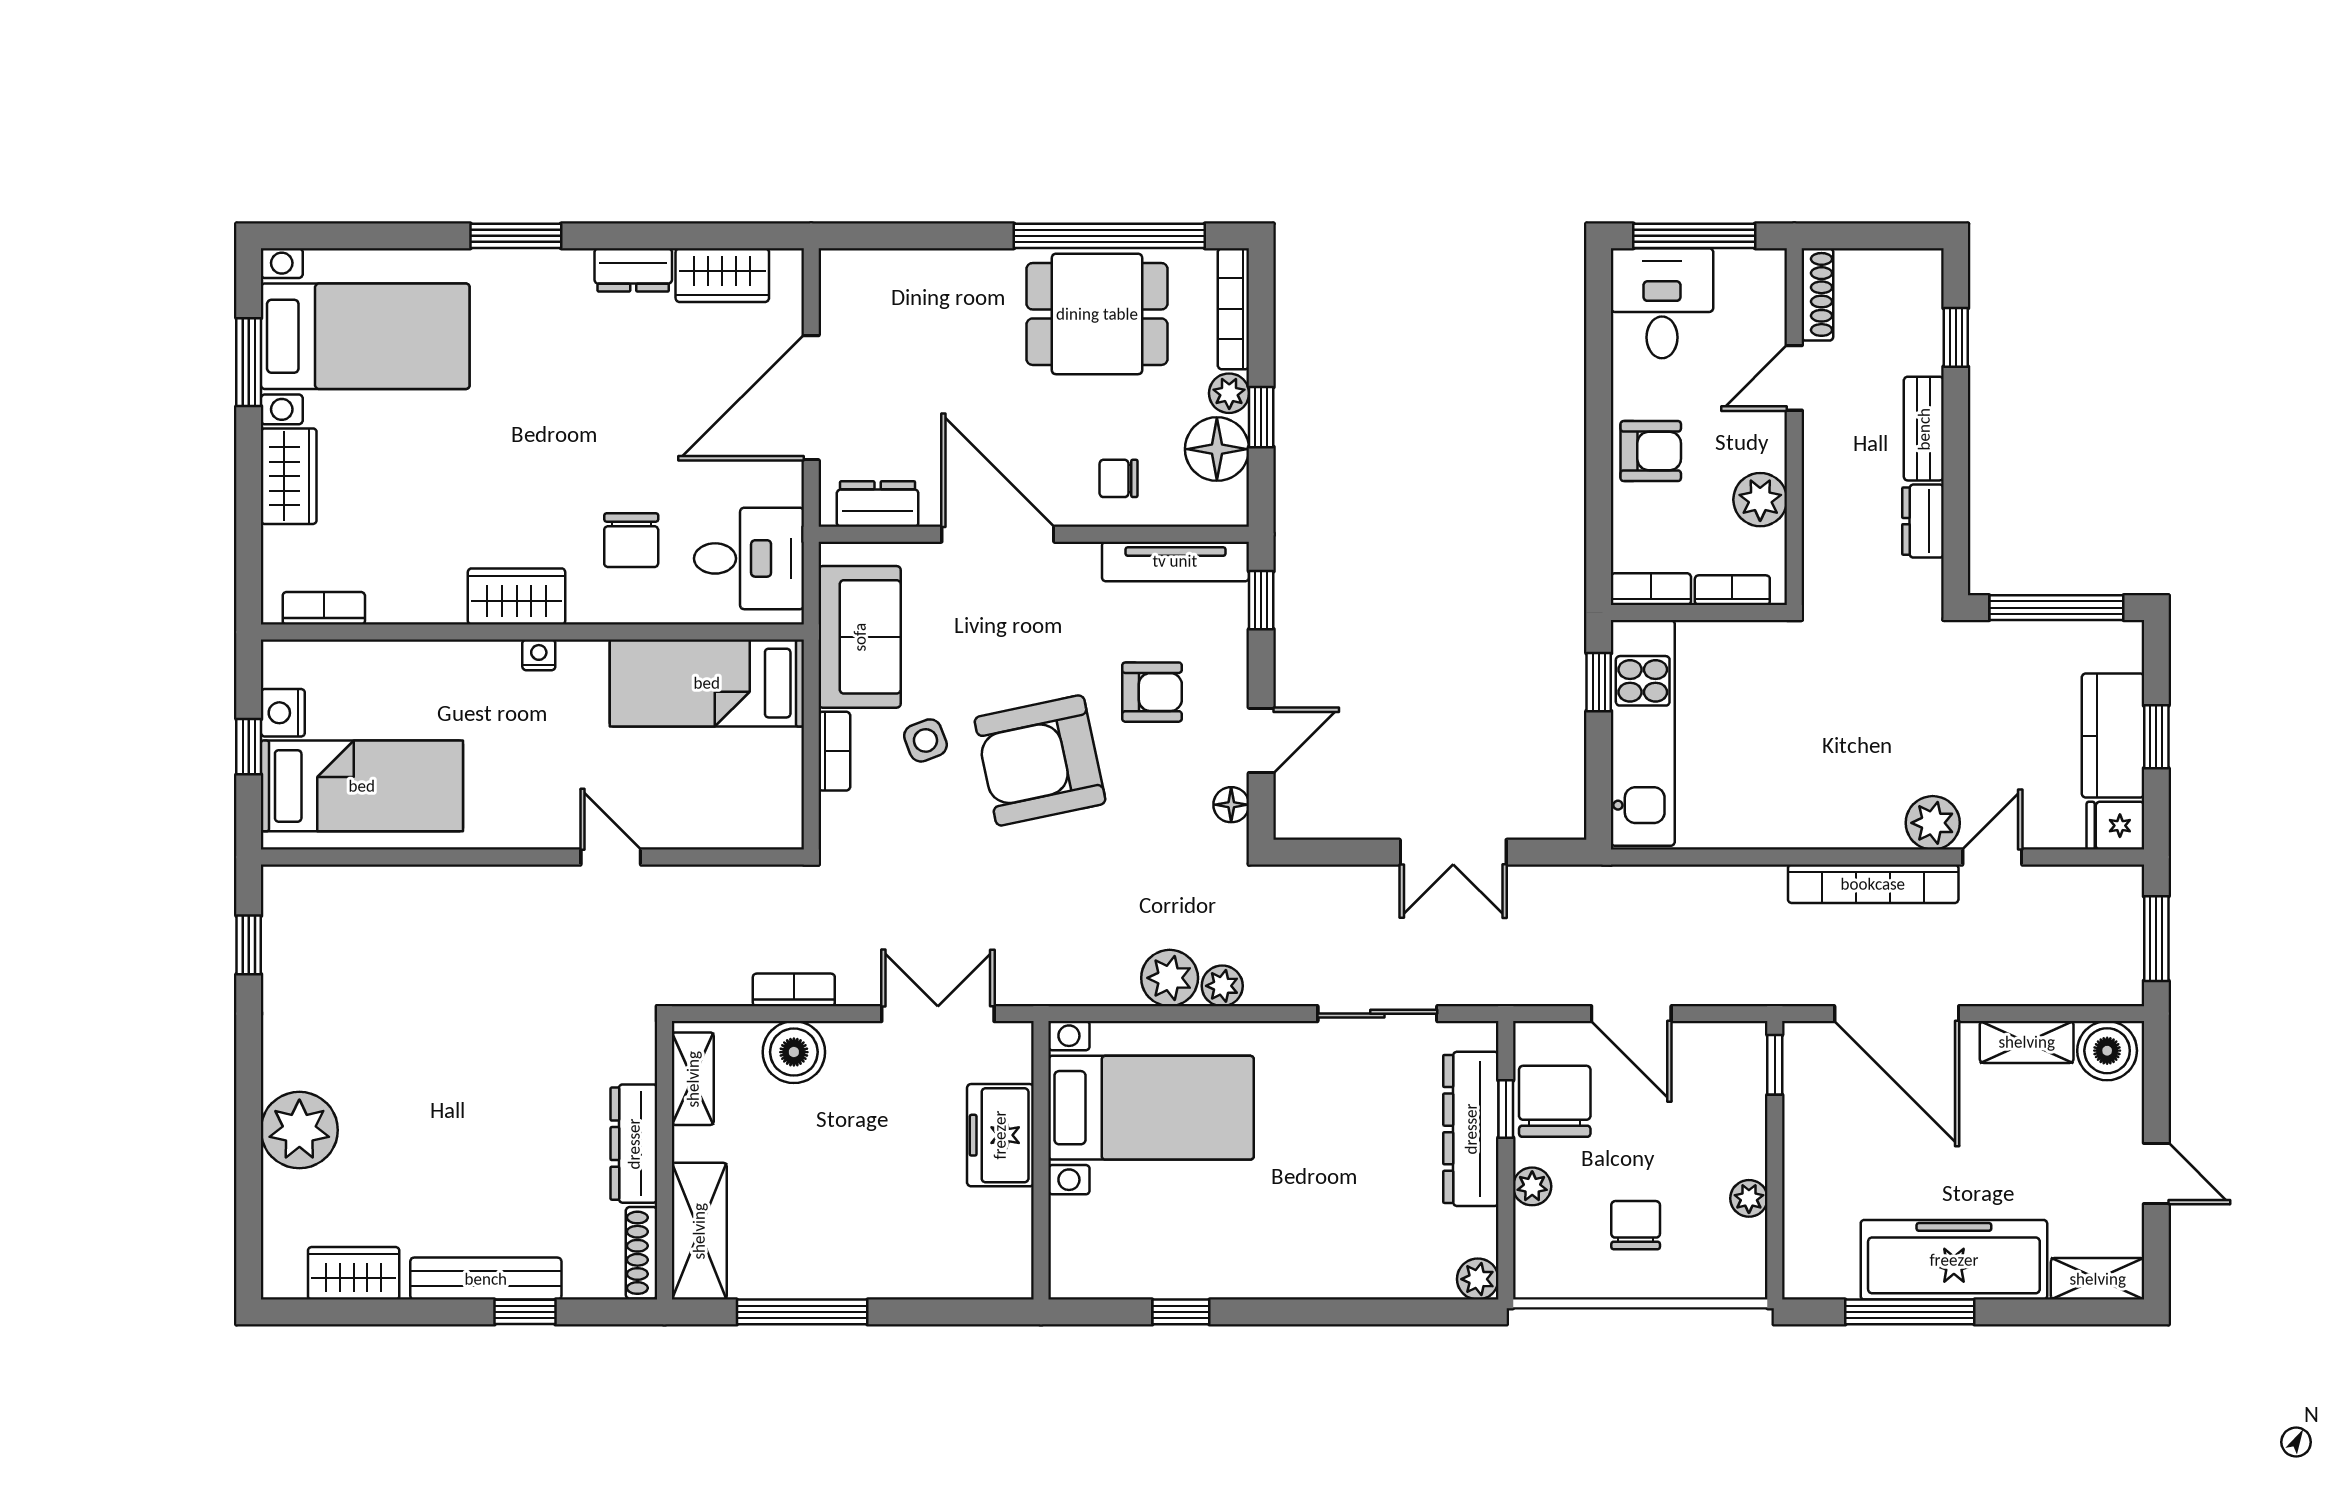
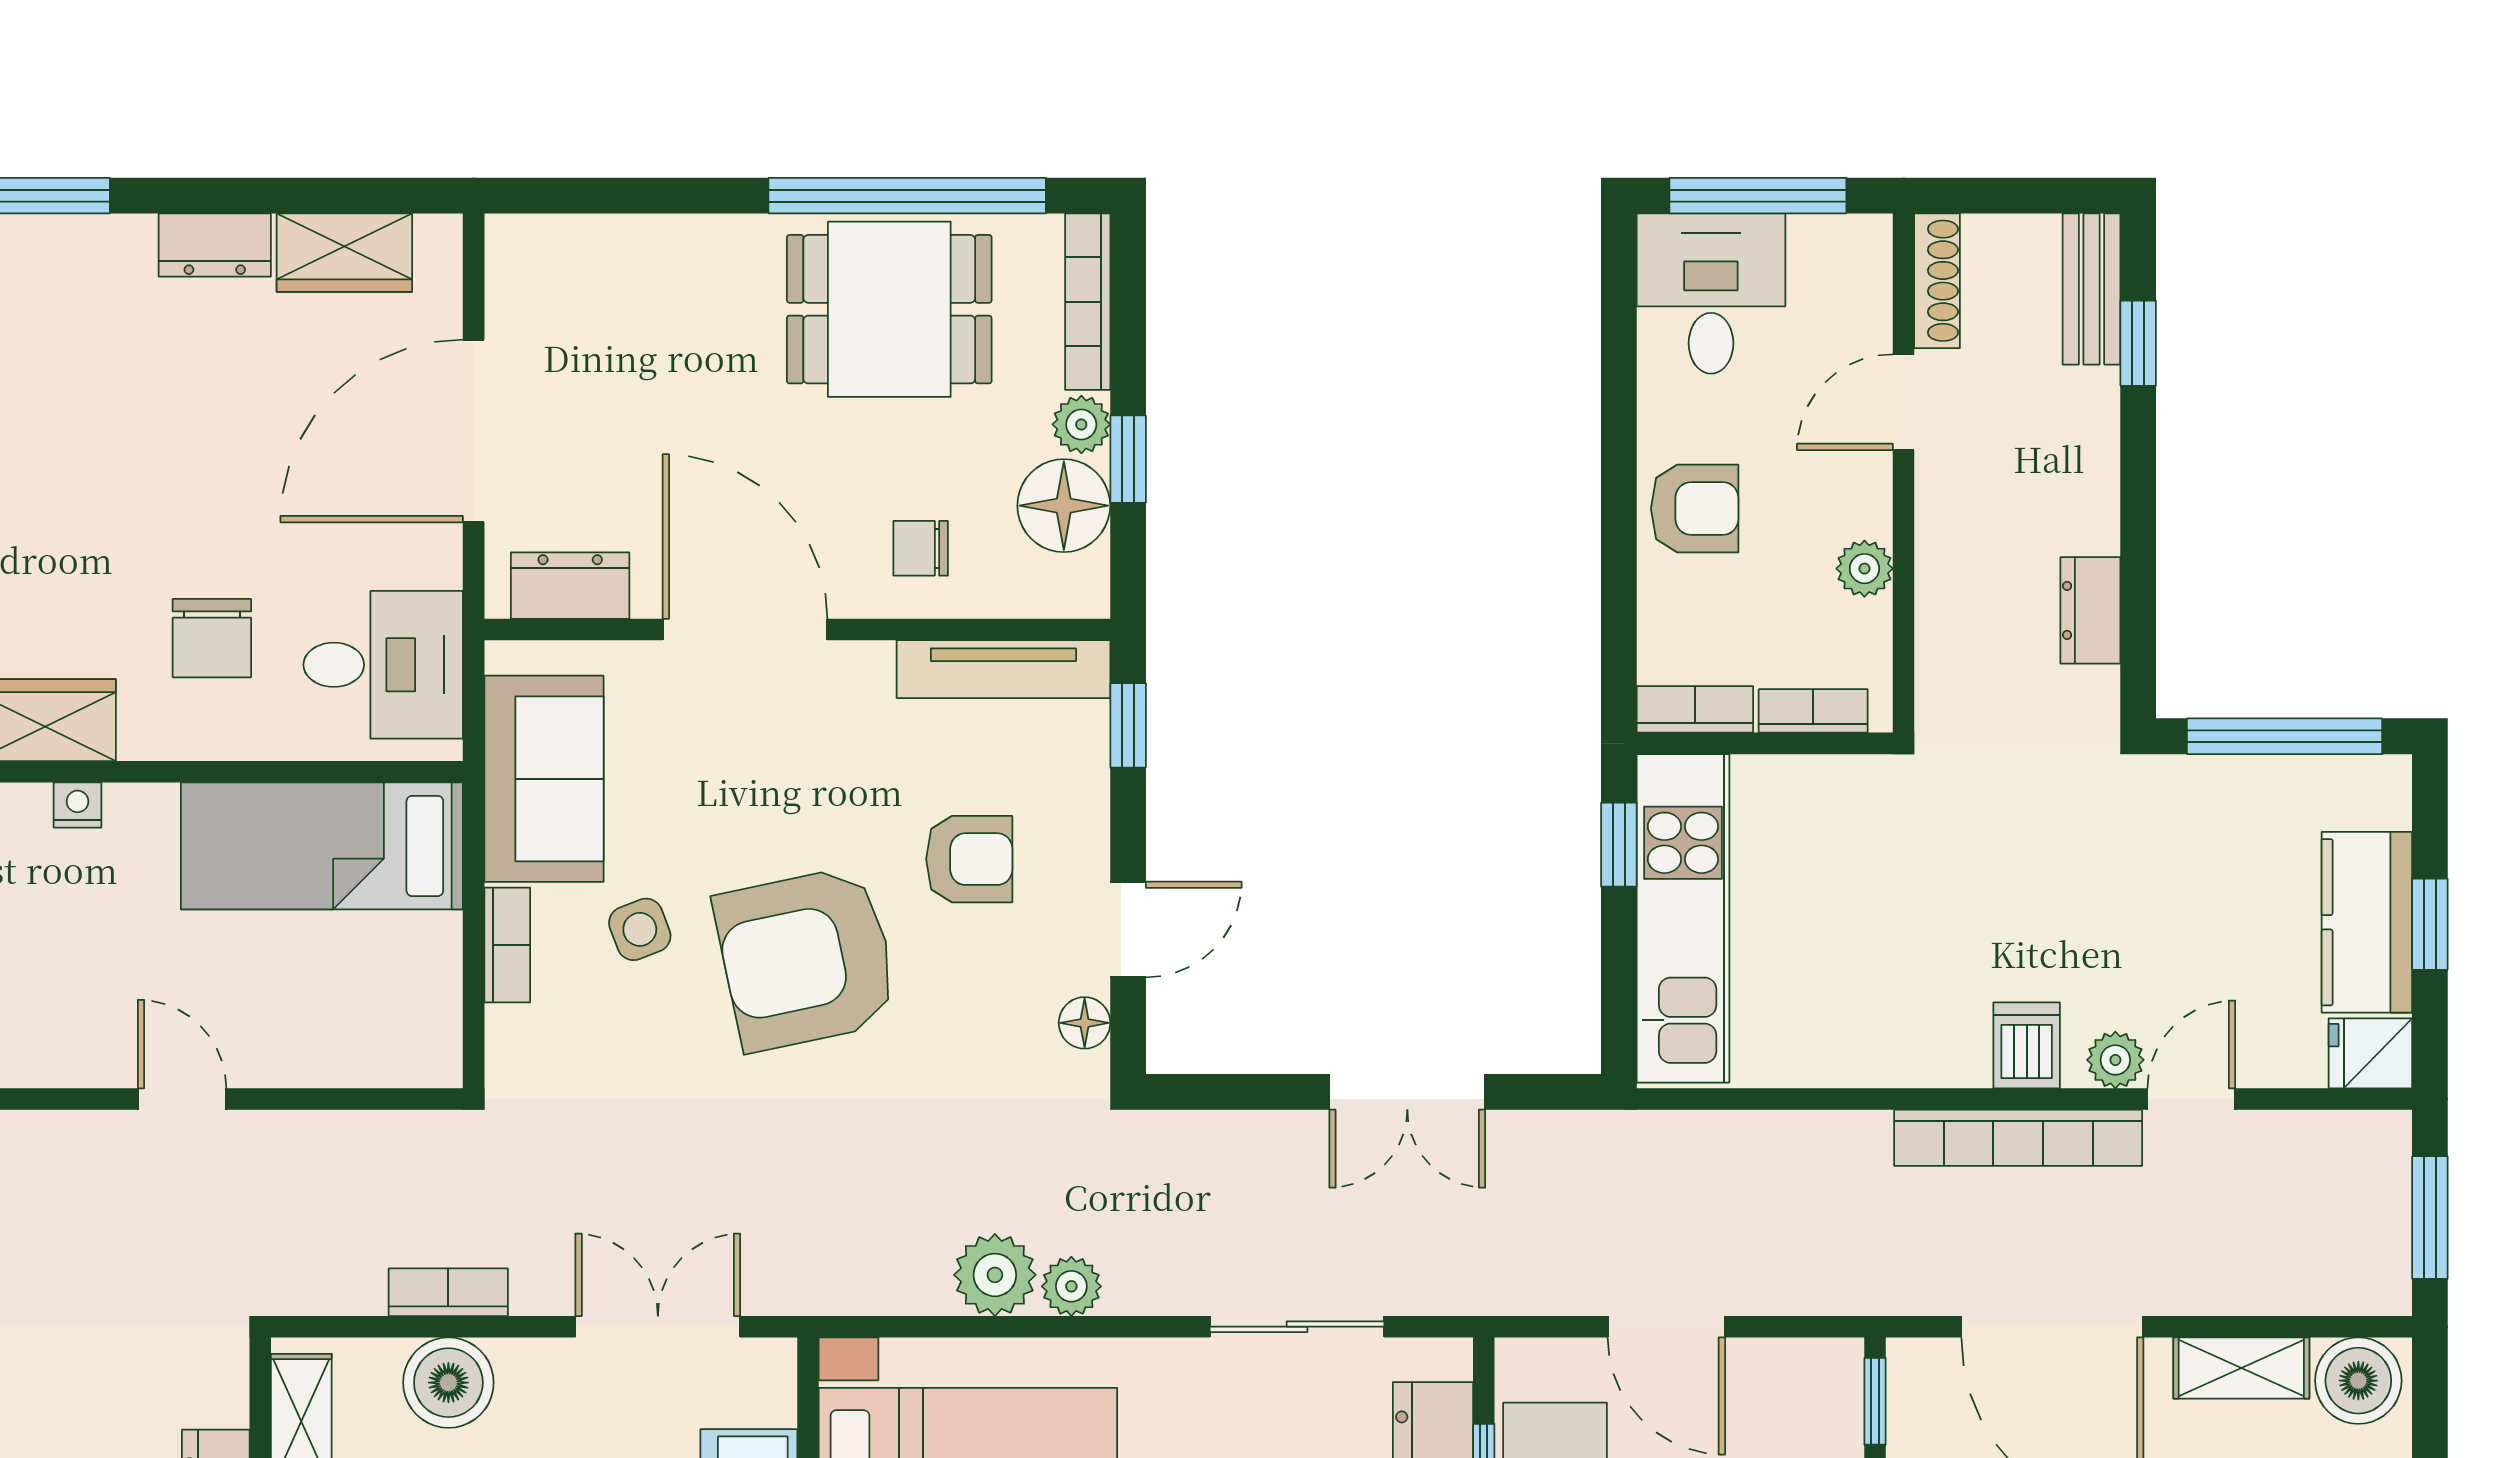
bench: (1924, 429) -> (2092, 289), moved
plant: (1760, 500) -> (1864, 569), width x0.73, depth x0.73
dishwasher: (1879, 820) -> (2027, 1045), added
plant: (1933, 823) -> (2115, 1060), width x0.73, depth x0.73

